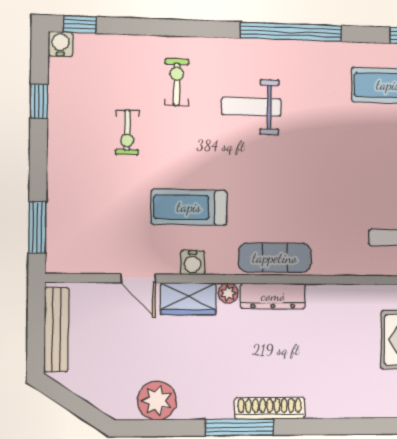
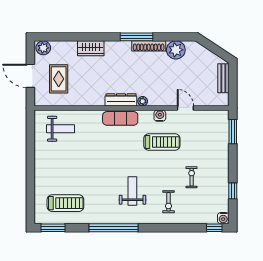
weight bench: (252, 107) -> (132, 191), turned -90
wardrobe: (188, 299) -> (91, 48), moved, turned 180
bench: (56, 329) -> (223, 78), width x0.73
shoe rack: (270, 408) -> (149, 46), moved

